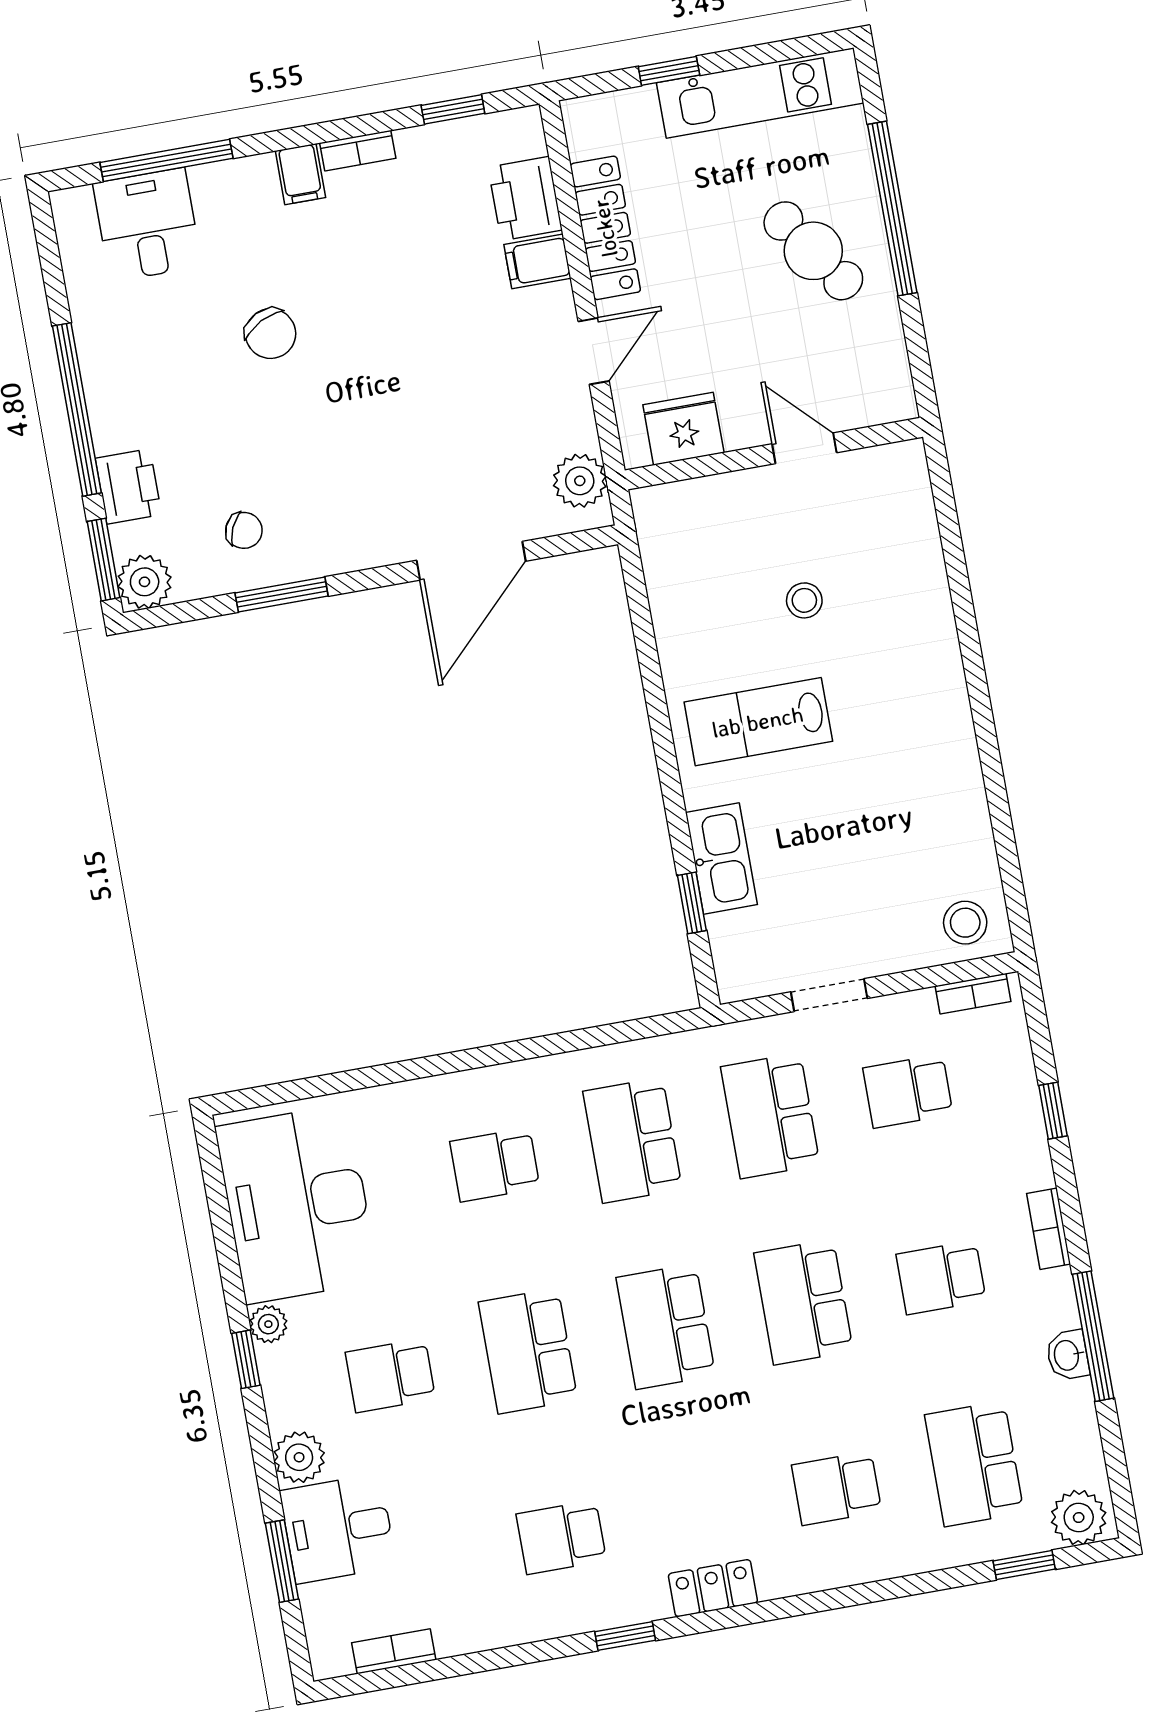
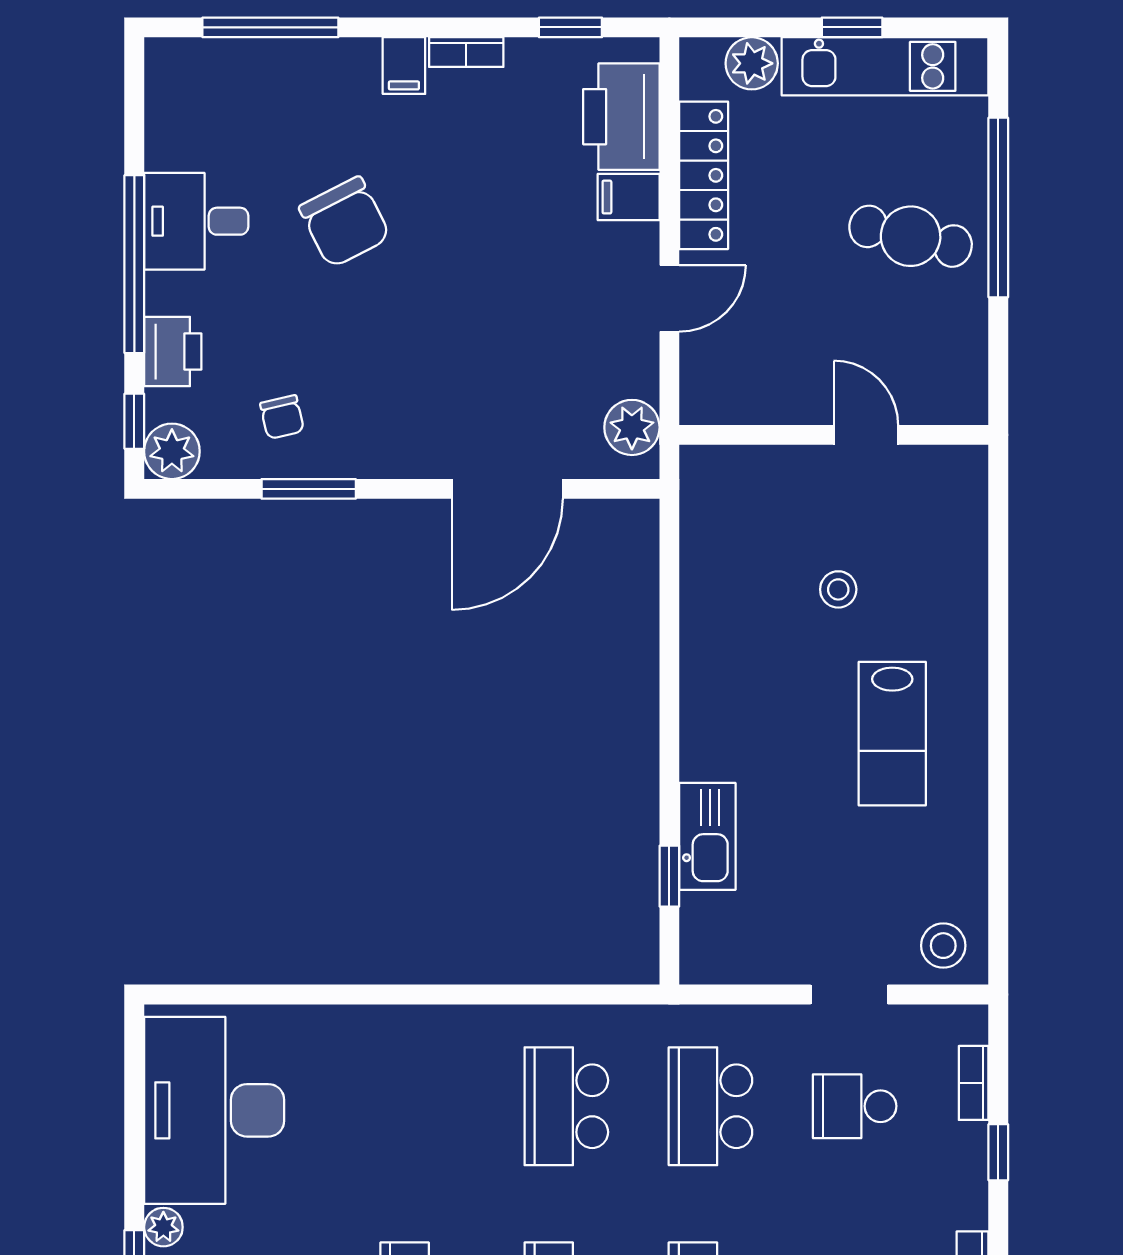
window: (669, 71) -> (852, 27), moved
plant: (632, 113) -> (752, 63), added
printer: (525, 199) -> (621, 117), width x1.37, depth x1.19
desk: (147, 225) -> (196, 221), moved, turned -90
cafe table: (813, 251) -> (911, 236), turned -42
chair: (271, 334) -> (345, 222), width x1.37, depth x1.37
fridge: (683, 429) -> (747, 393), removed
chair: (244, 530) -> (282, 417), turned 53
window: (104, 560) -> (134, 421), width x0.67
lab bench: (758, 722) -> (892, 734), moved, turned -90
bookcase: (973, 994) -> (974, 1083), moved, turned 90
doorway: (829, 995) -> (849, 995), moved
school desk: (495, 1165) -> (422, 1106), removed

